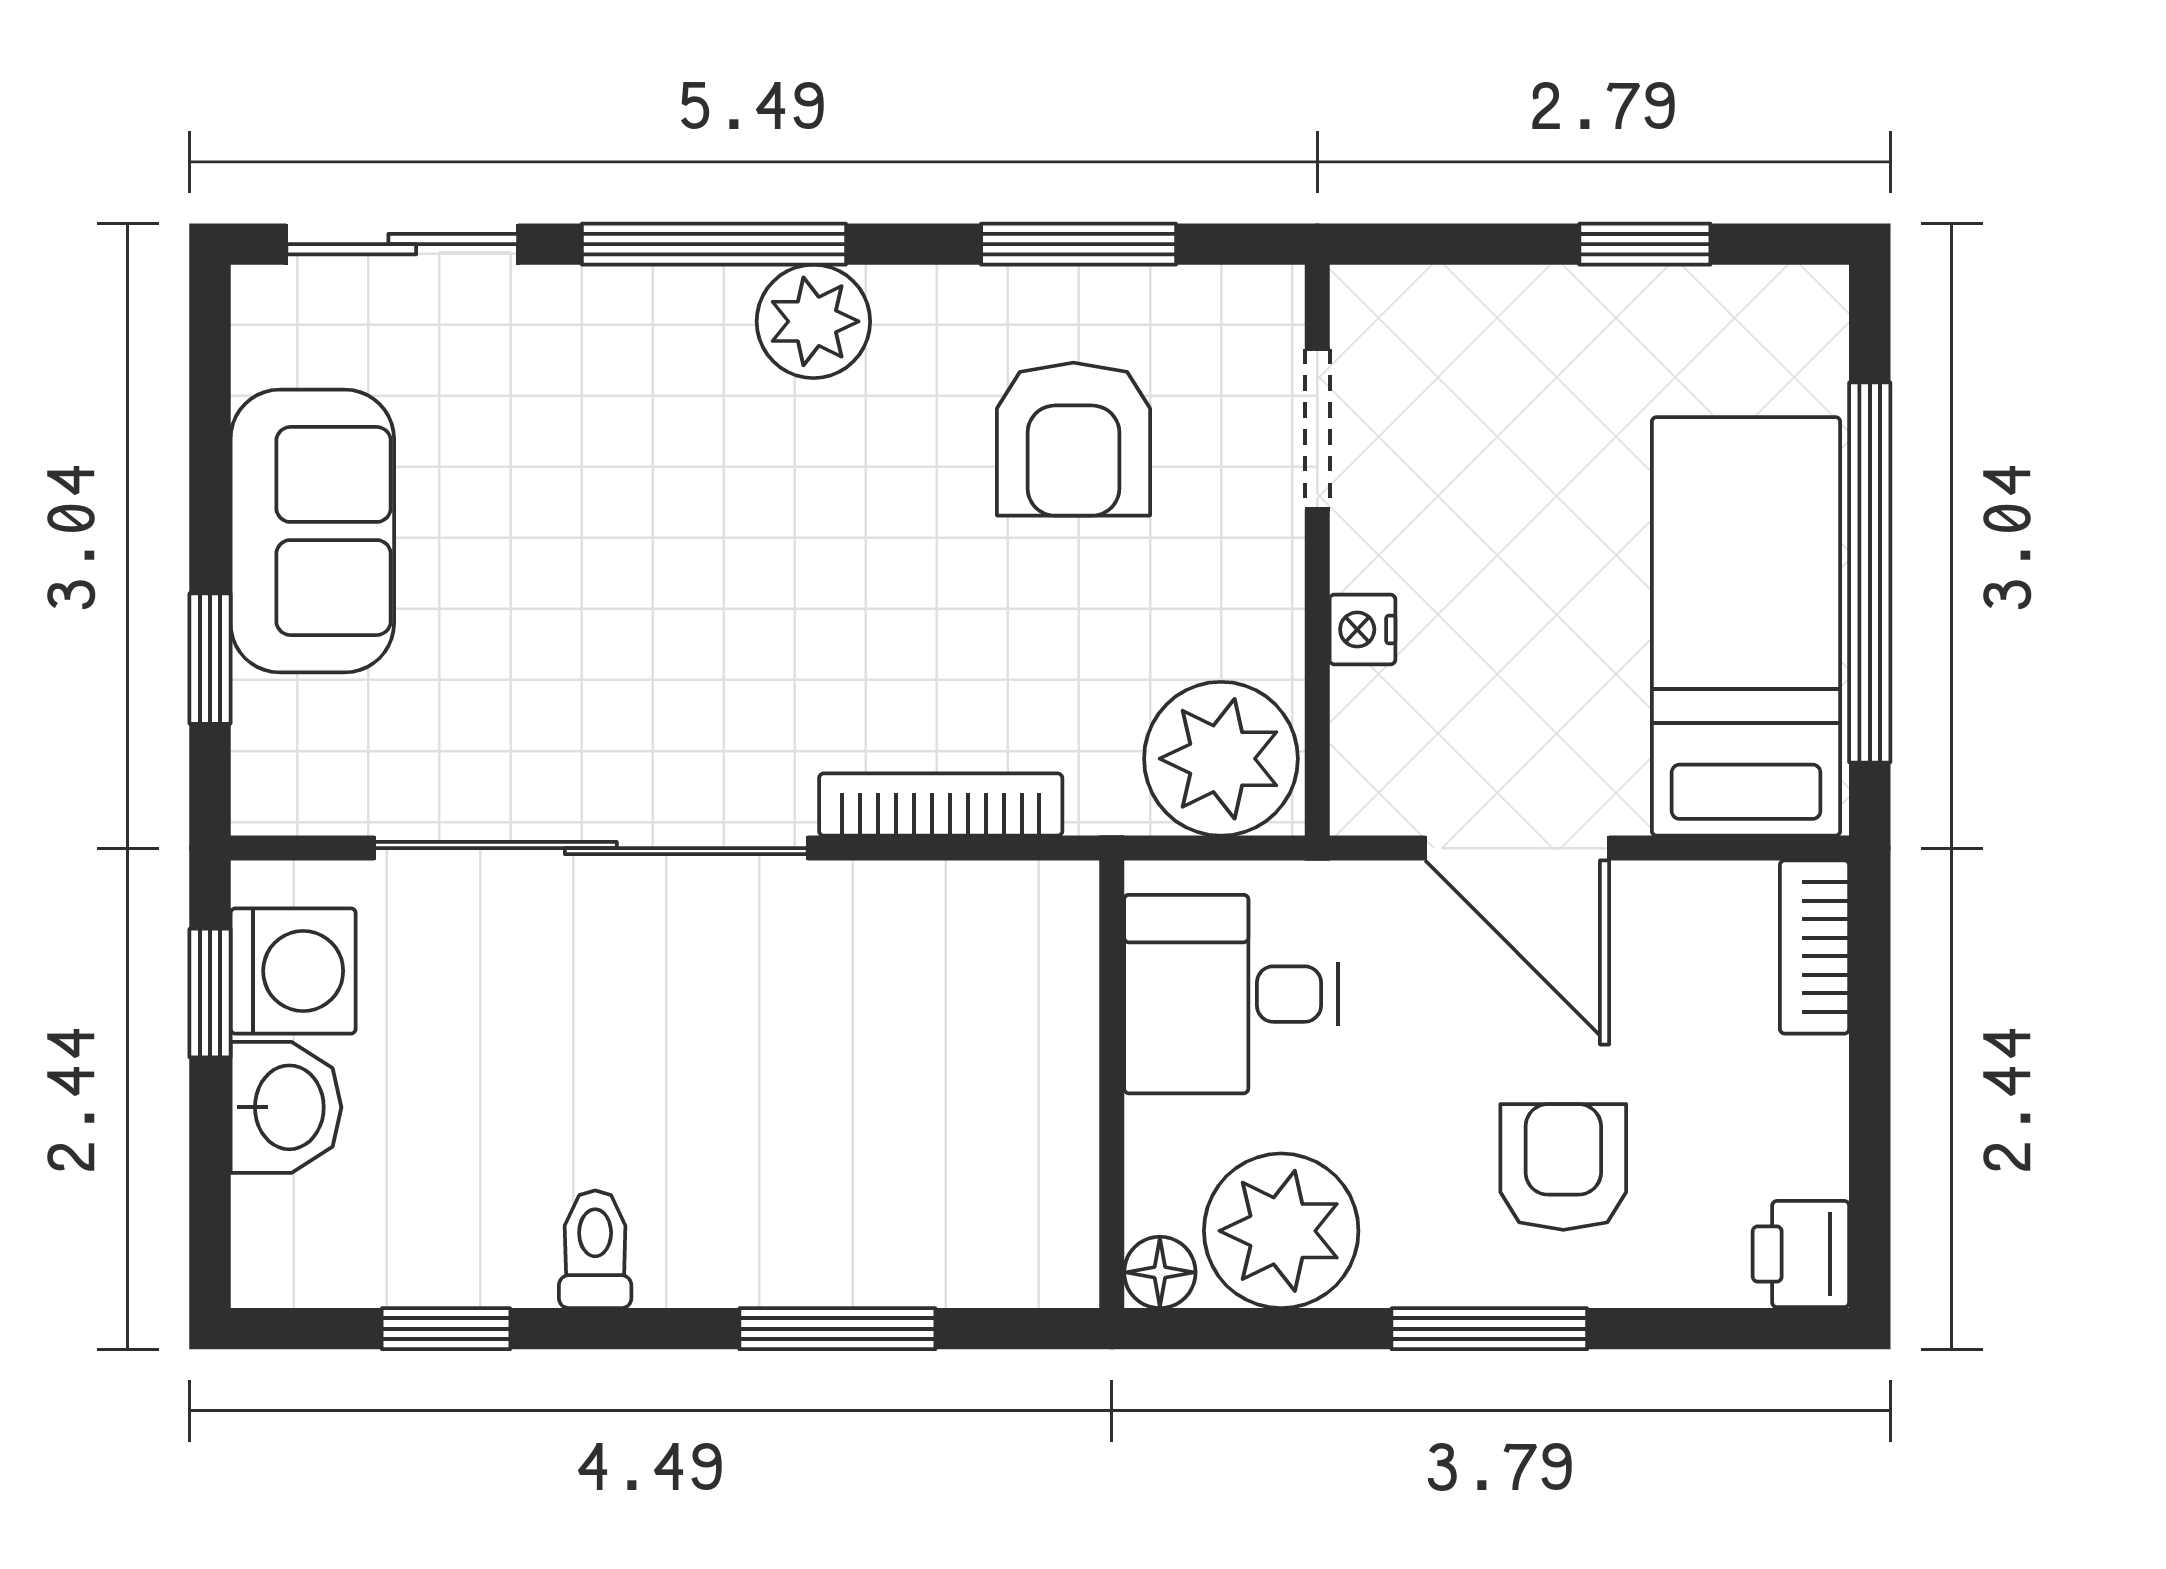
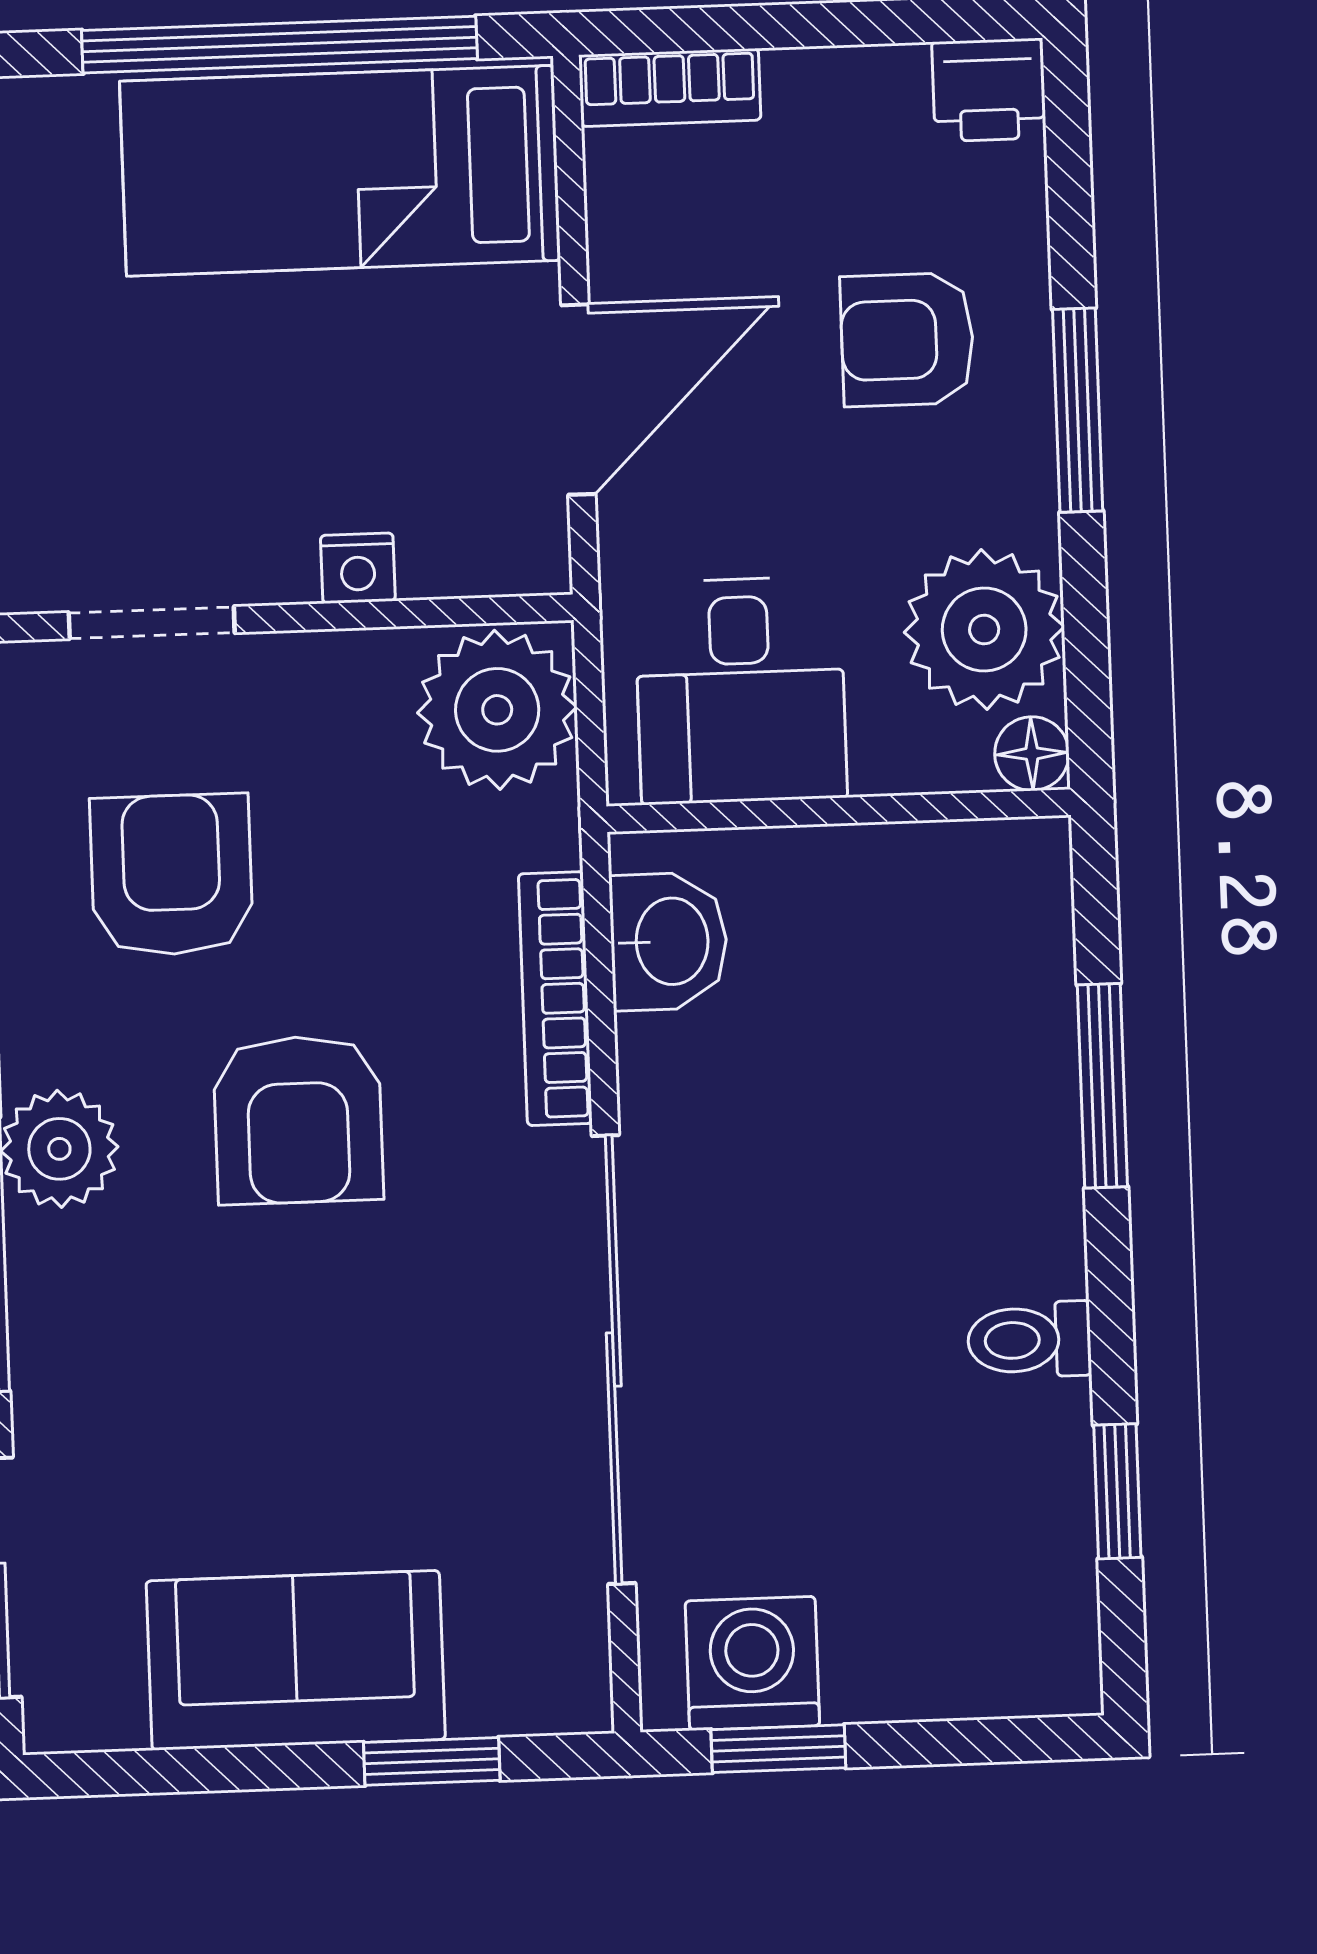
armchair: (1073, 439) -> (172, 875), turned -90
armchair: (833, 552) -> (298, 1120), added
washbasin: (286, 1107) -> (669, 941), moved, turned 90

